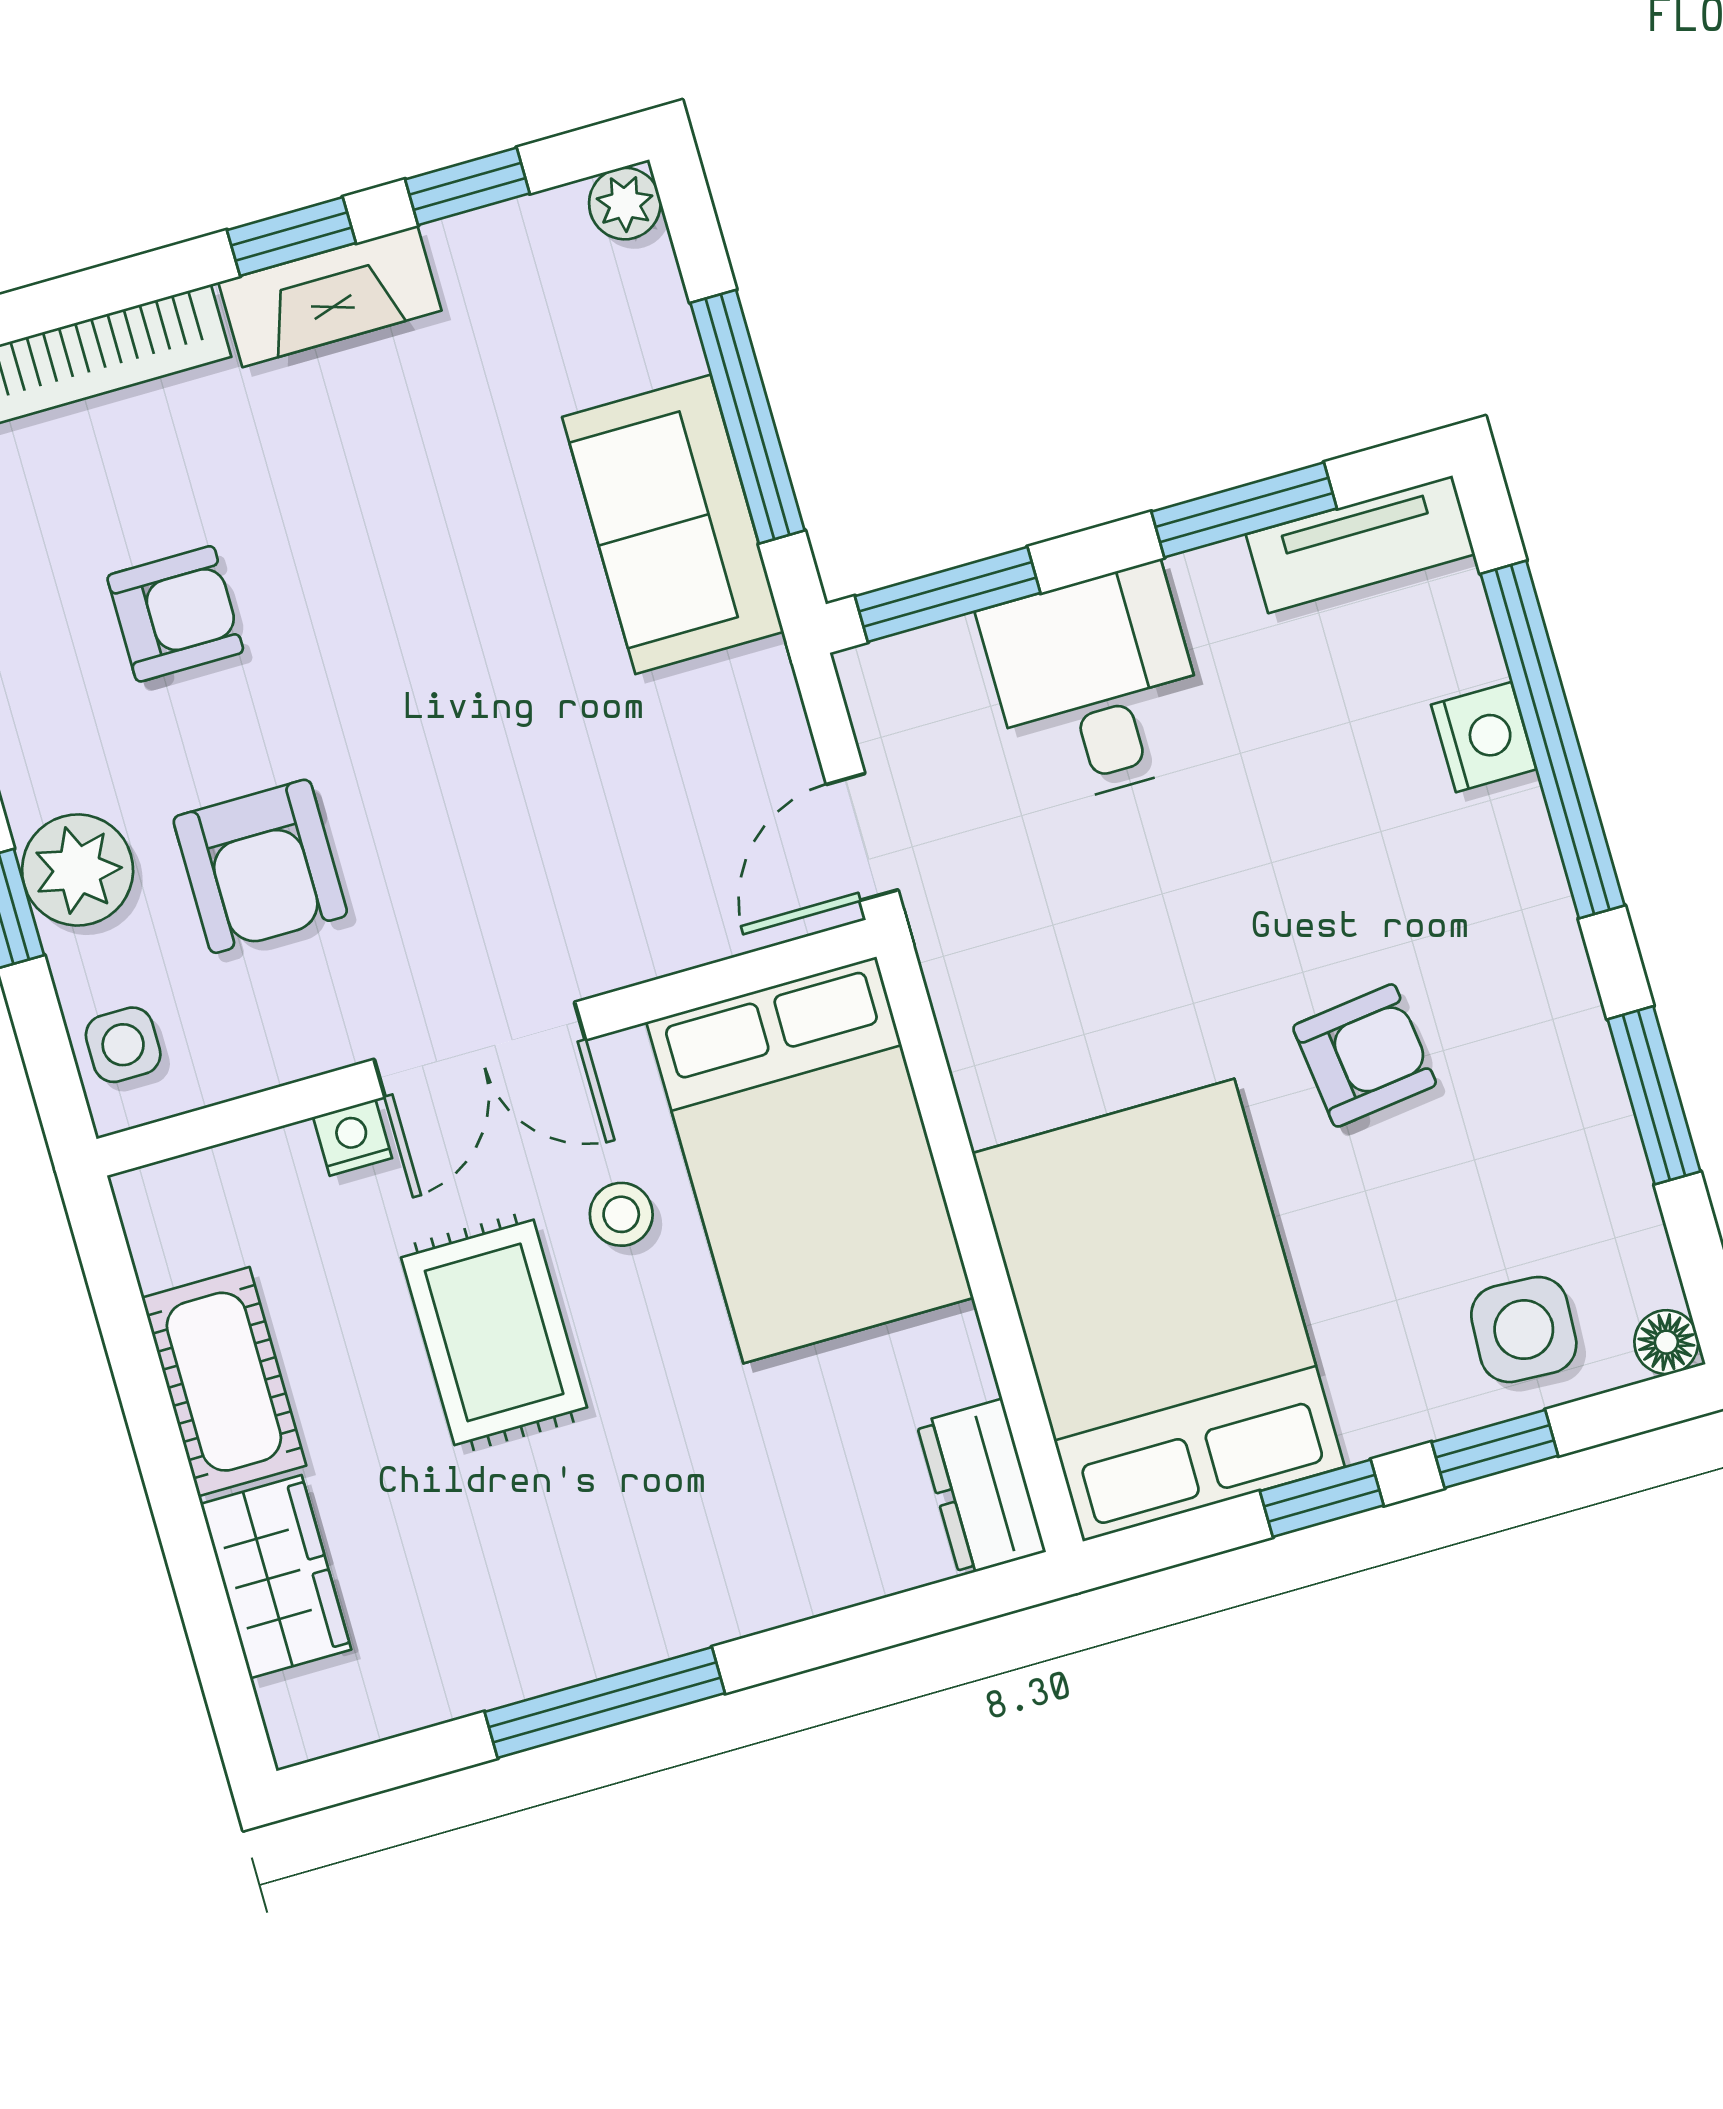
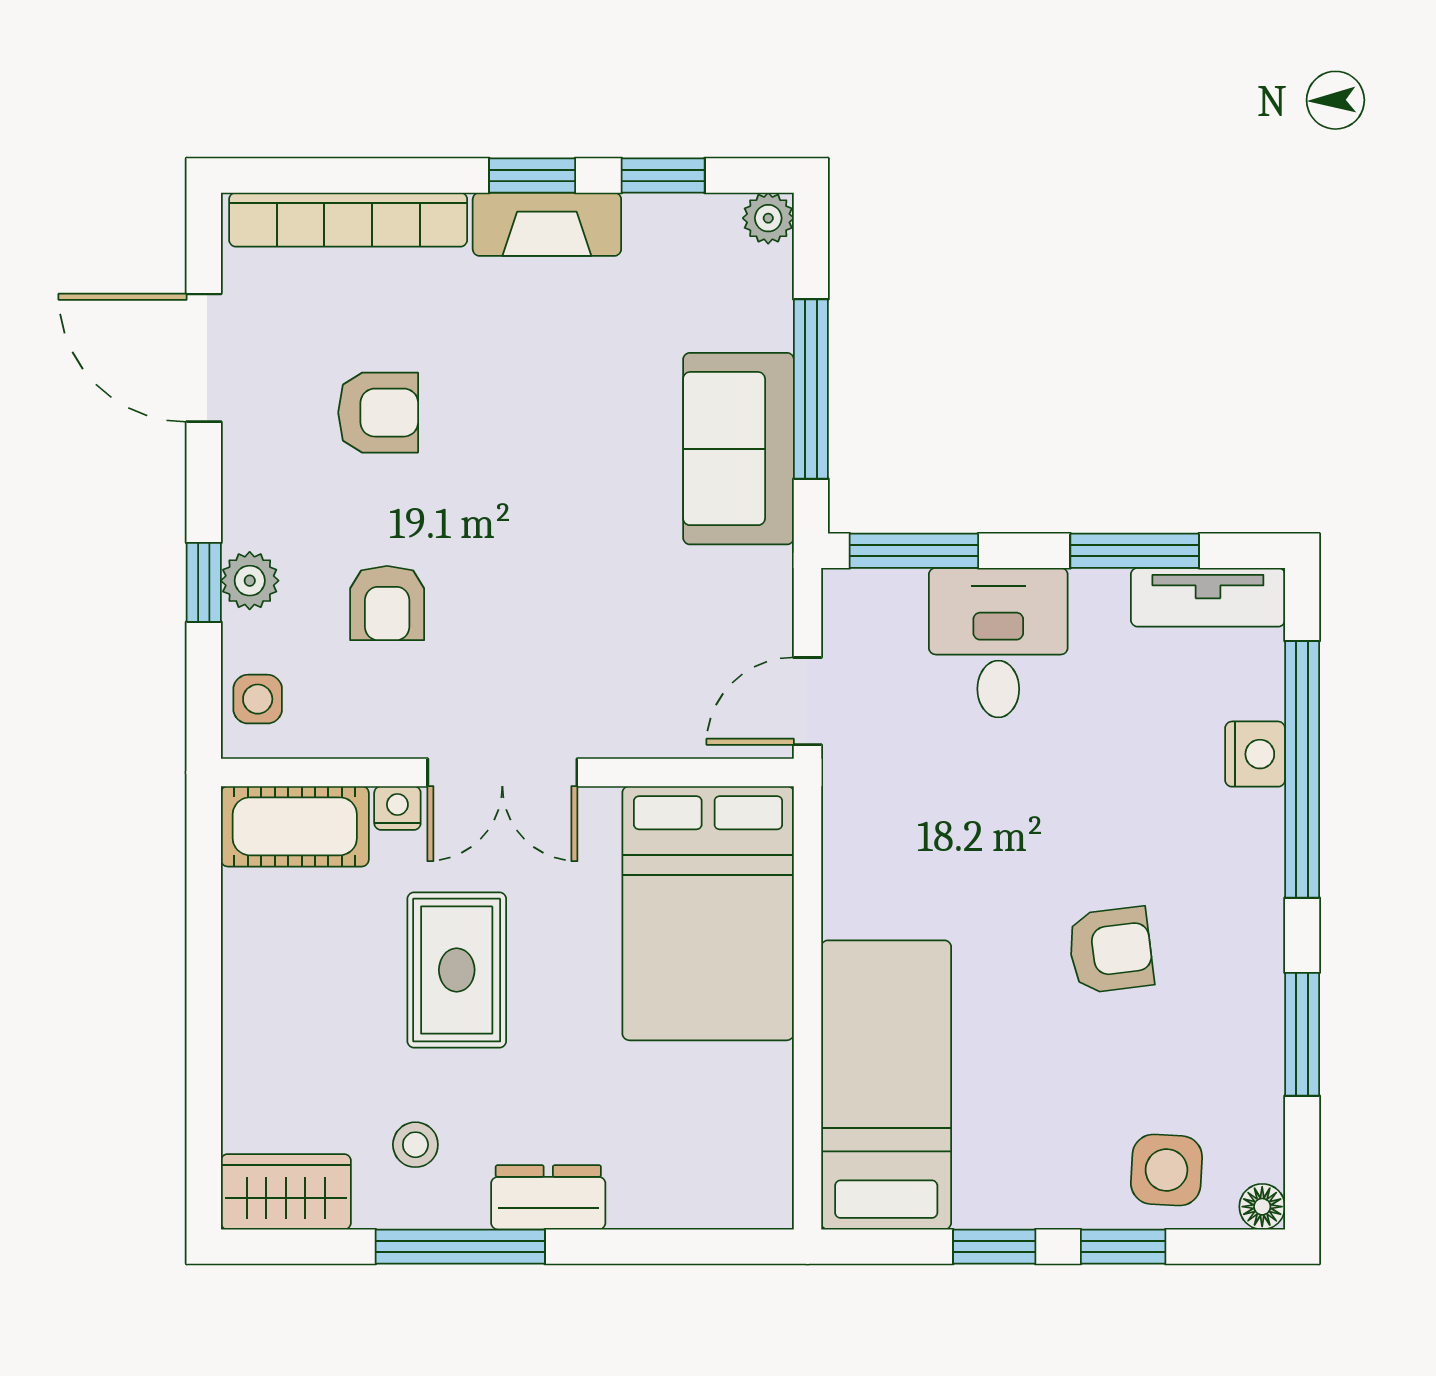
armchair: (260, 866) -> (387, 603), width x0.72, depth x0.72
plant: (78, 870) -> (250, 581), width x0.73, depth x0.73
stool: (621, 1214) -> (415, 1145), moved
bed: (1159, 1310) -> (886, 1085), width x0.67
cot: (224, 1382) -> (295, 826), moved, turned 90
dresser: (981, 1487) -> (548, 1197), moved, turned 90
wardrobe: (276, 1577) -> (286, 1192), moved, turned -90

